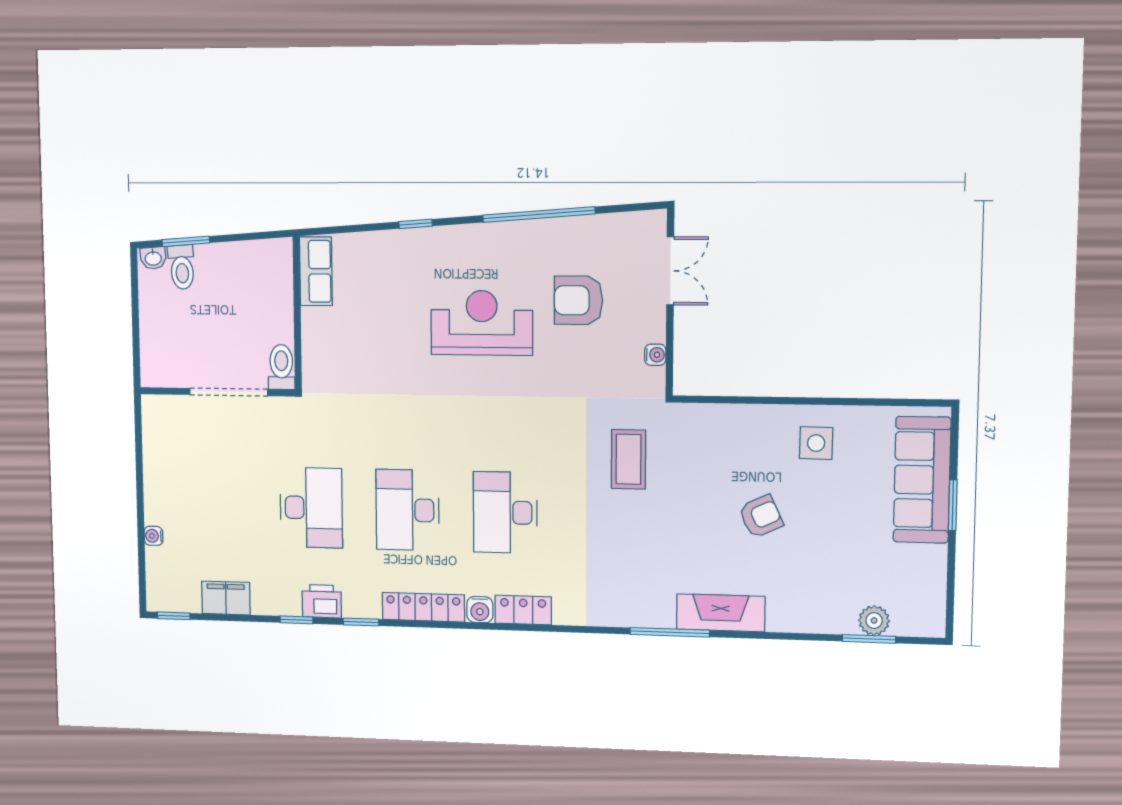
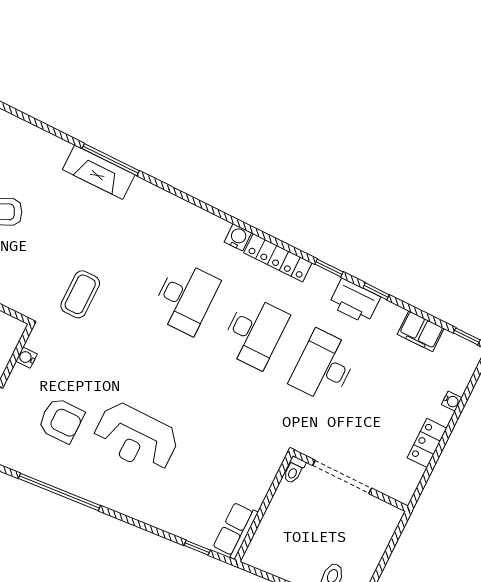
window: (416, 224) -> (197, 548), moved
toilet: (281, 367) -> (294, 470), width x0.73, depth x0.72
printer: (322, 601) -> (355, 301), width x1.37, depth x1.19
locker: (523, 610) -> (427, 443), moved, turned 90
fireplace: (721, 613) -> (99, 172), moved

